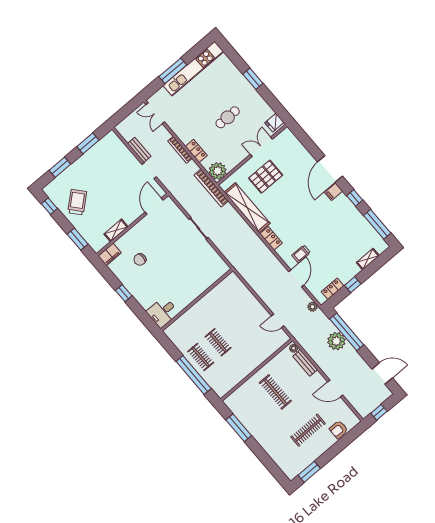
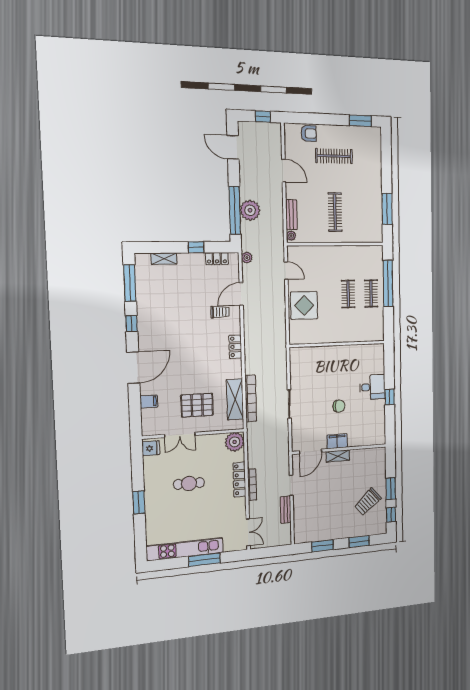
locker: (196, 151) -> (239, 480), width x1.53
bookcase: (211, 188) -> (251, 398), moved
filing cabinet: (334, 192) -> (149, 401), moved
shelving: (247, 208) -> (235, 399), width x0.68
shelving: (116, 230) -> (338, 456), moved
window: (78, 239) -> (391, 489), moved
filing cabinet: (110, 254) -> (337, 441), moved
chair: (140, 260) -> (339, 406), moved
display table: (244, 307) -> (304, 305), added
desk: (163, 312) -> (372, 387), moved

